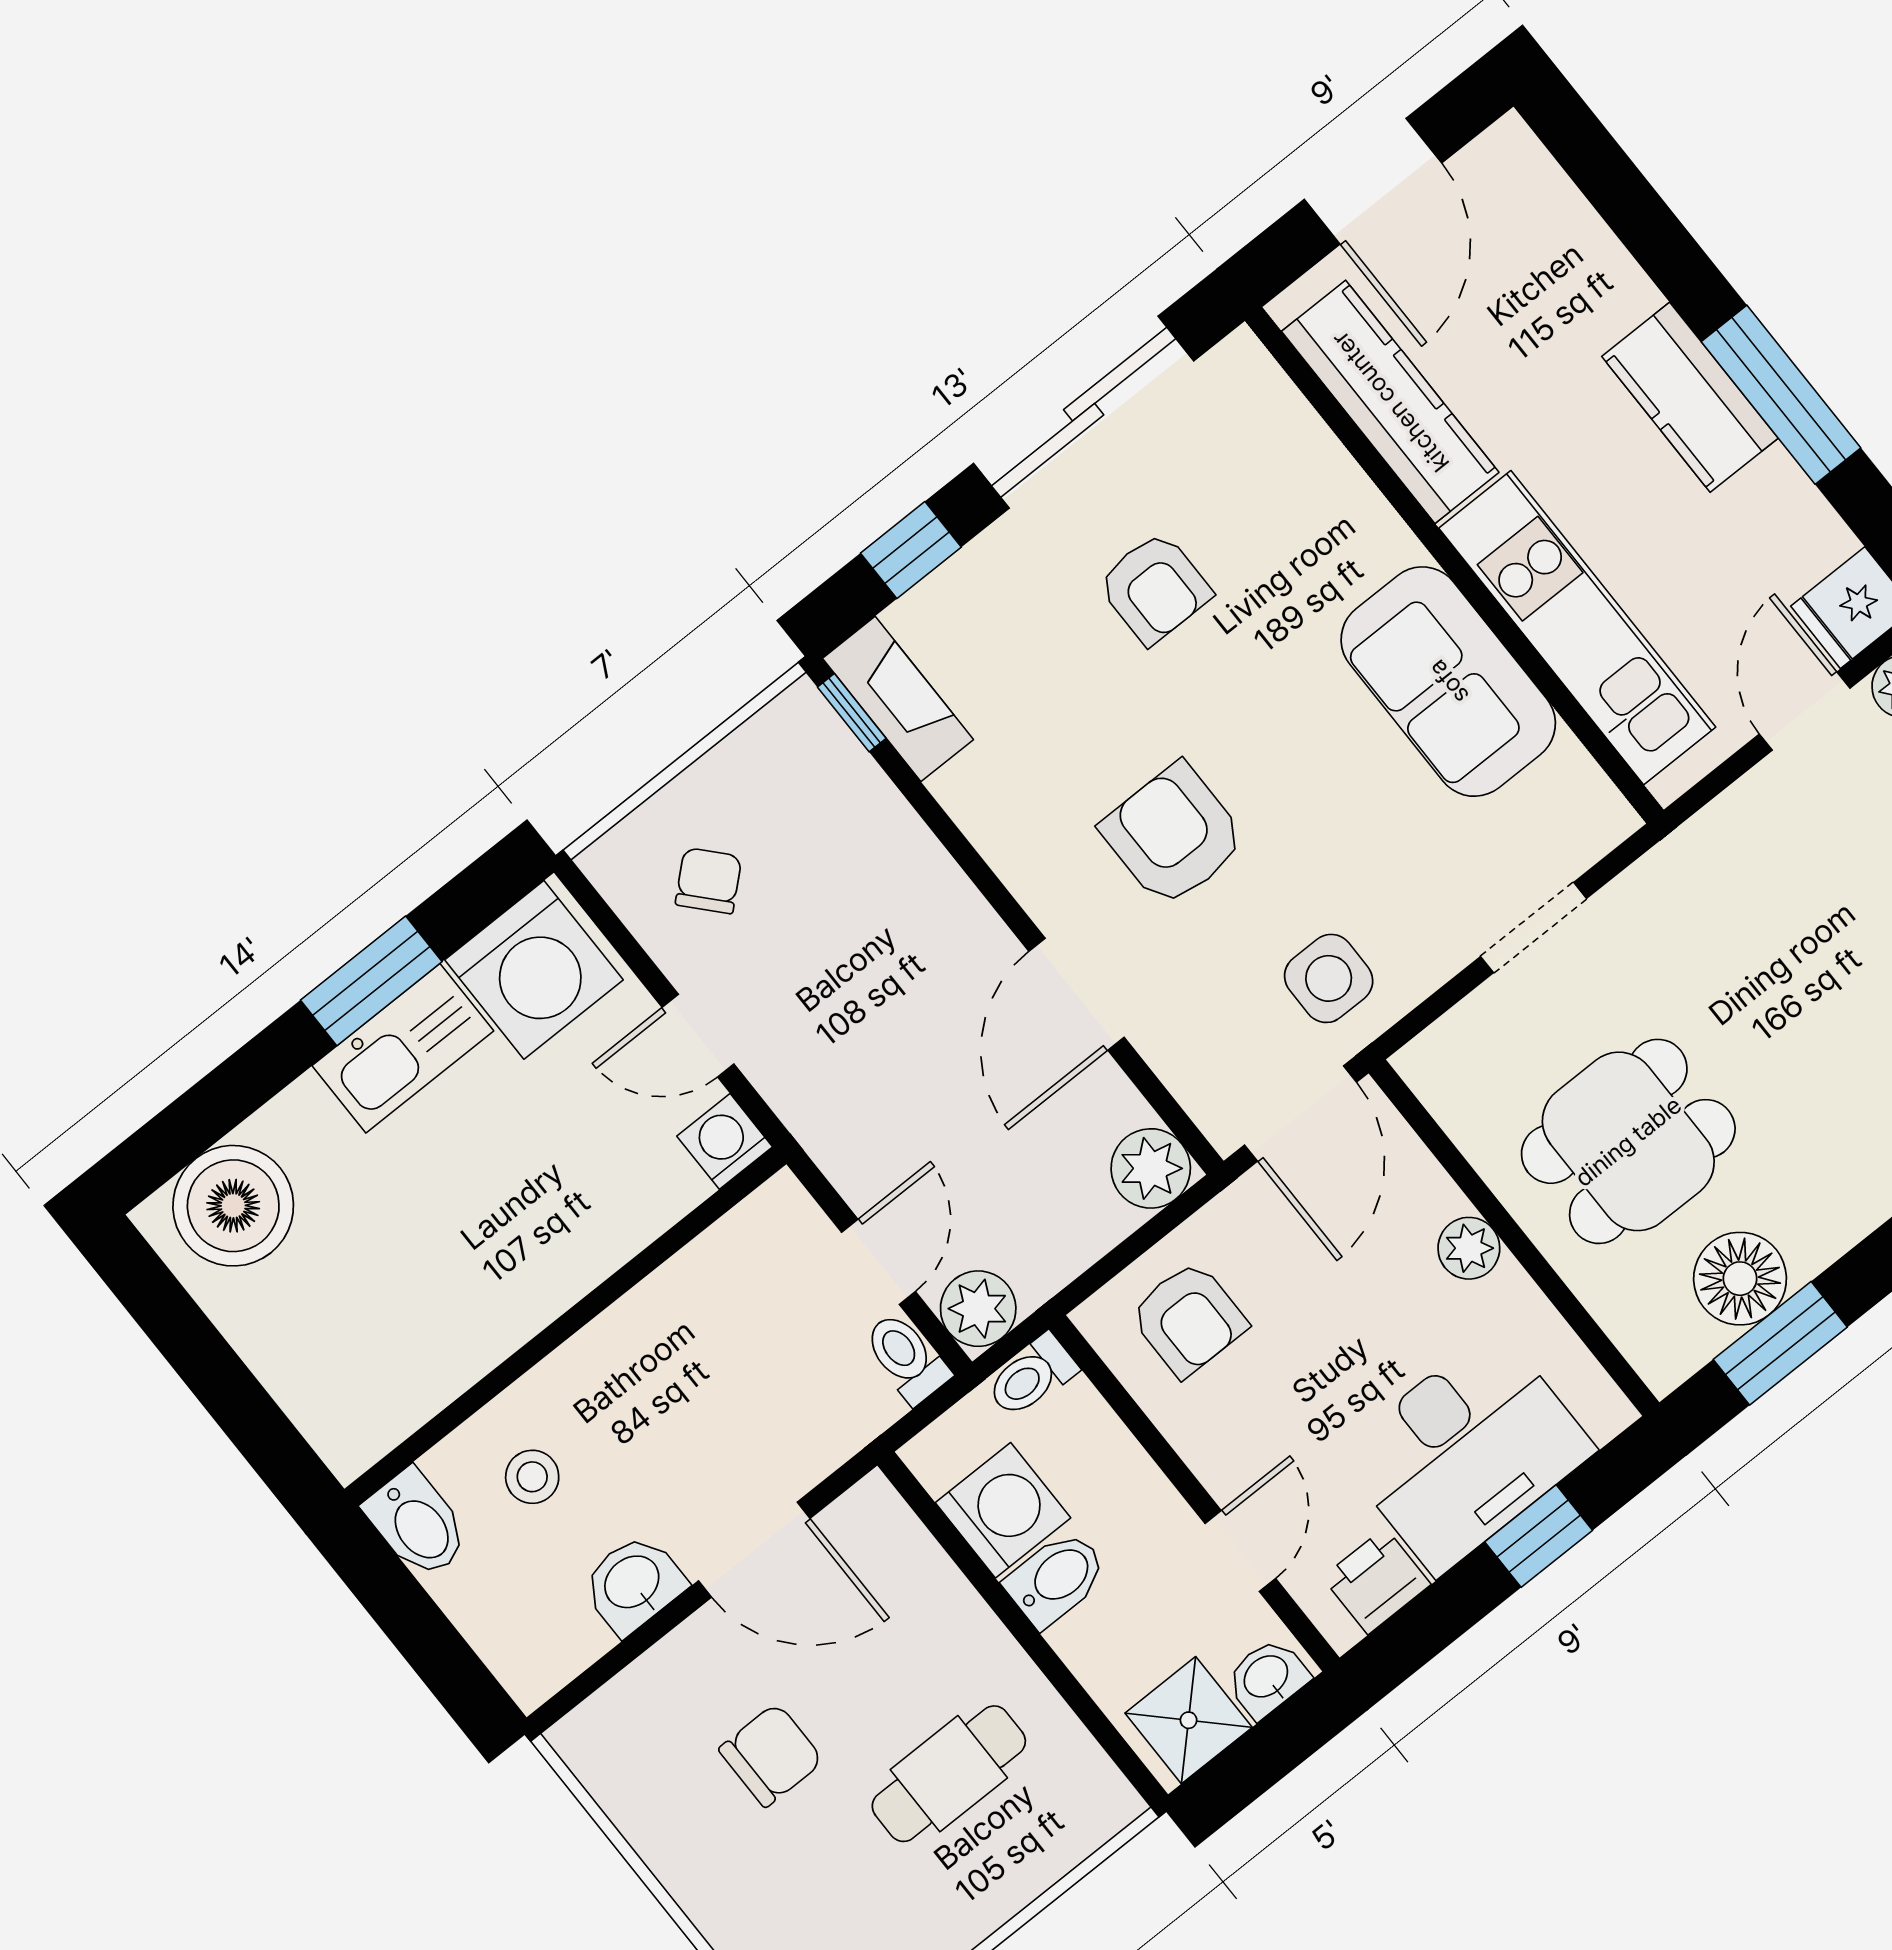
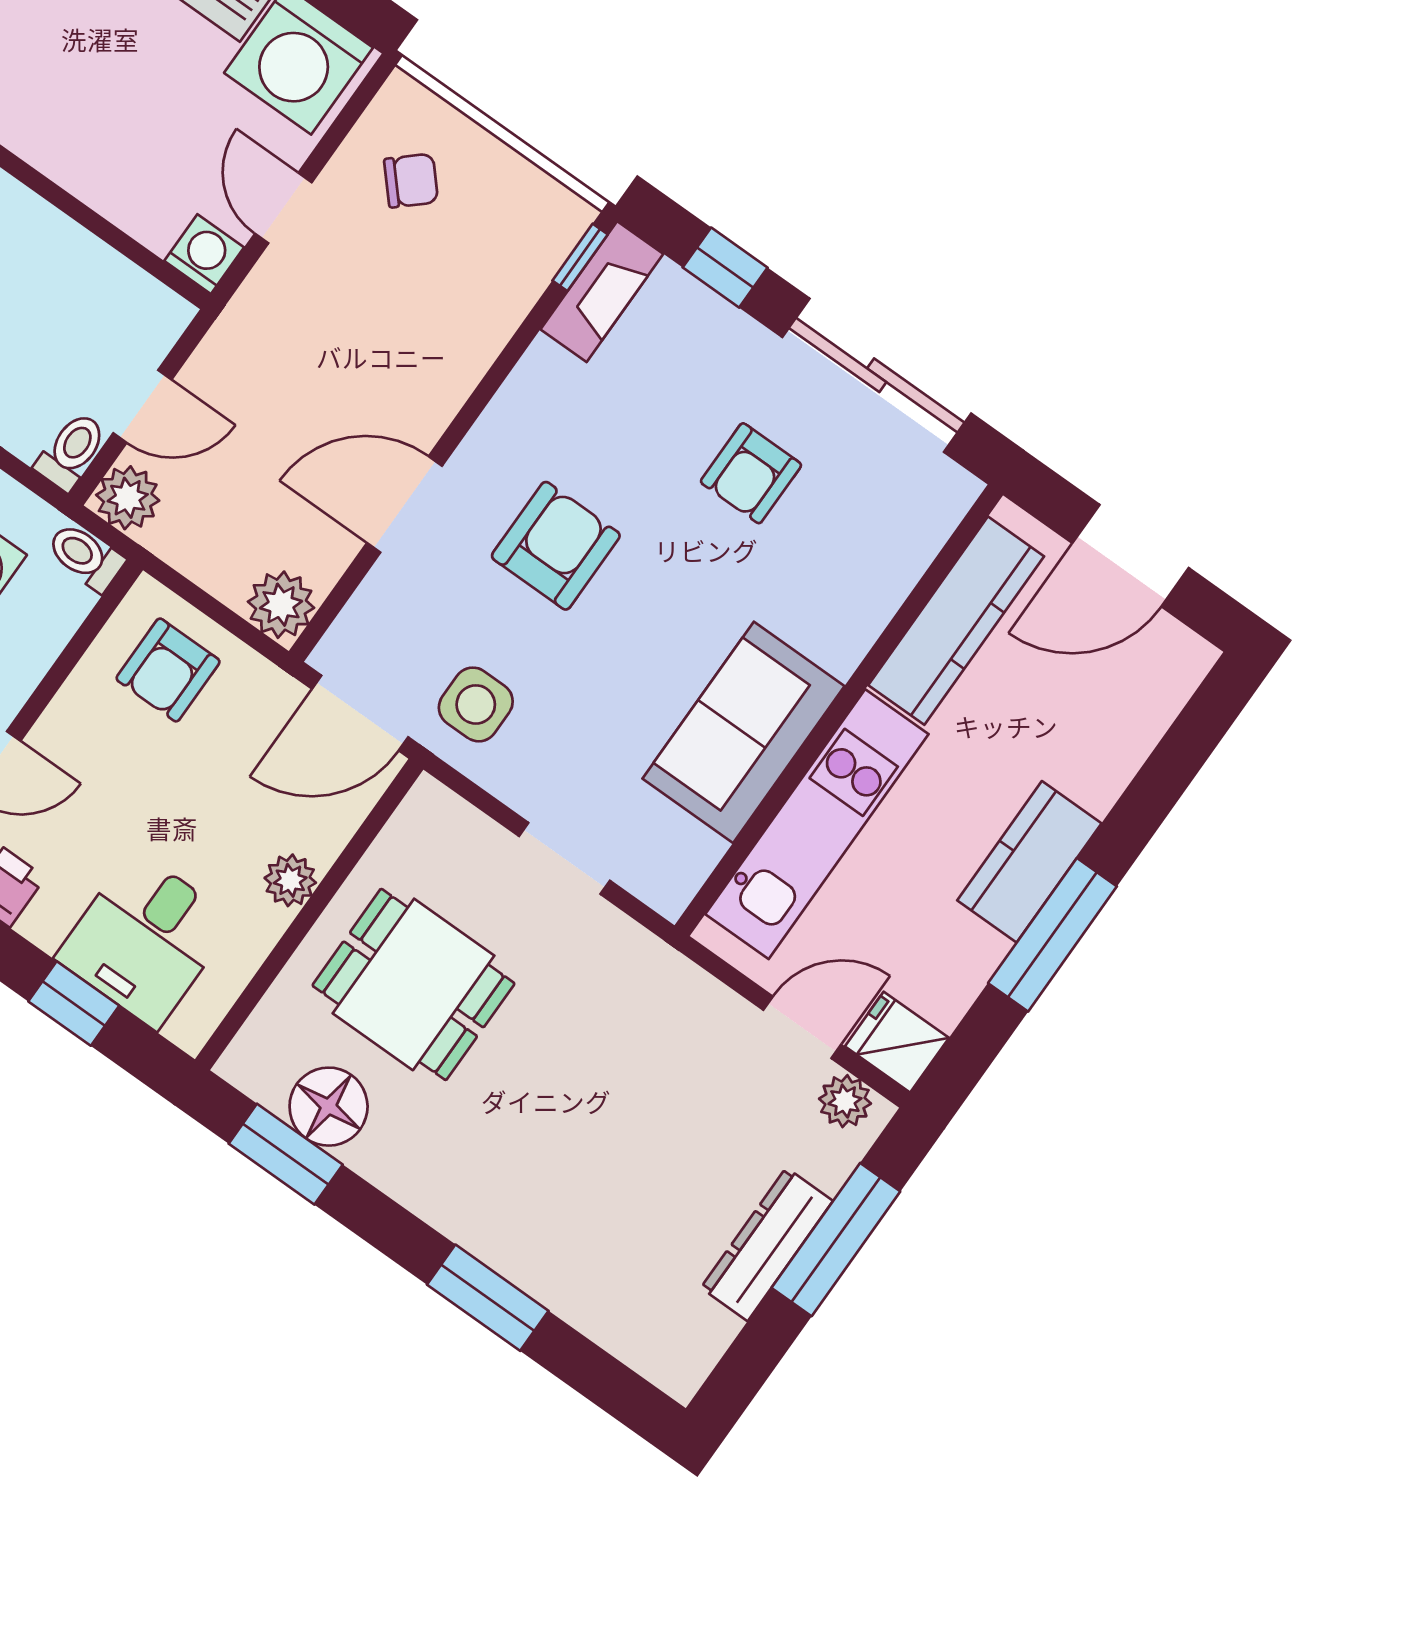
desk: (1466, 1451) -> (145, 939), width x0.73

